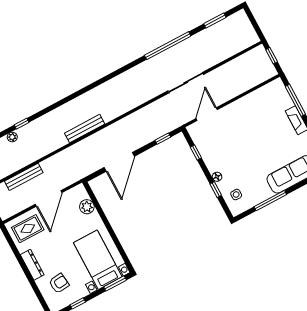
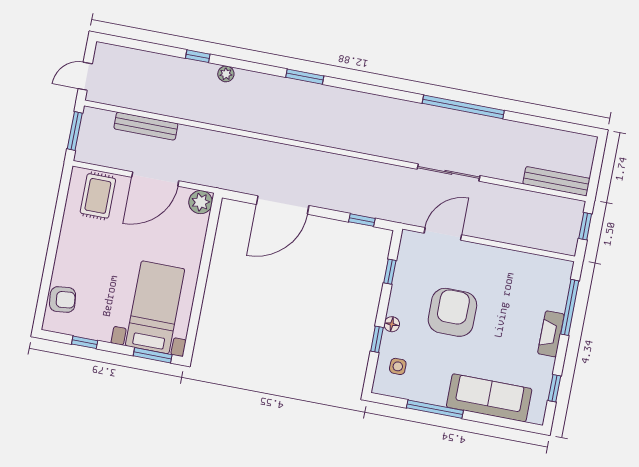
window: (215, 20) -> (305, 77), moved
bench: (85, 129) -> (556, 181), moved
plant: (12, 137) -> (226, 74), moved
armchair: (241, 148) -> (452, 312), added
plant: (87, 207) -> (201, 202), moved
rug: (28, 229) -> (98, 196), turned 90
dresser: (32, 265) -> (66, 246), removed
armchair: (59, 283) -> (63, 299), moved

